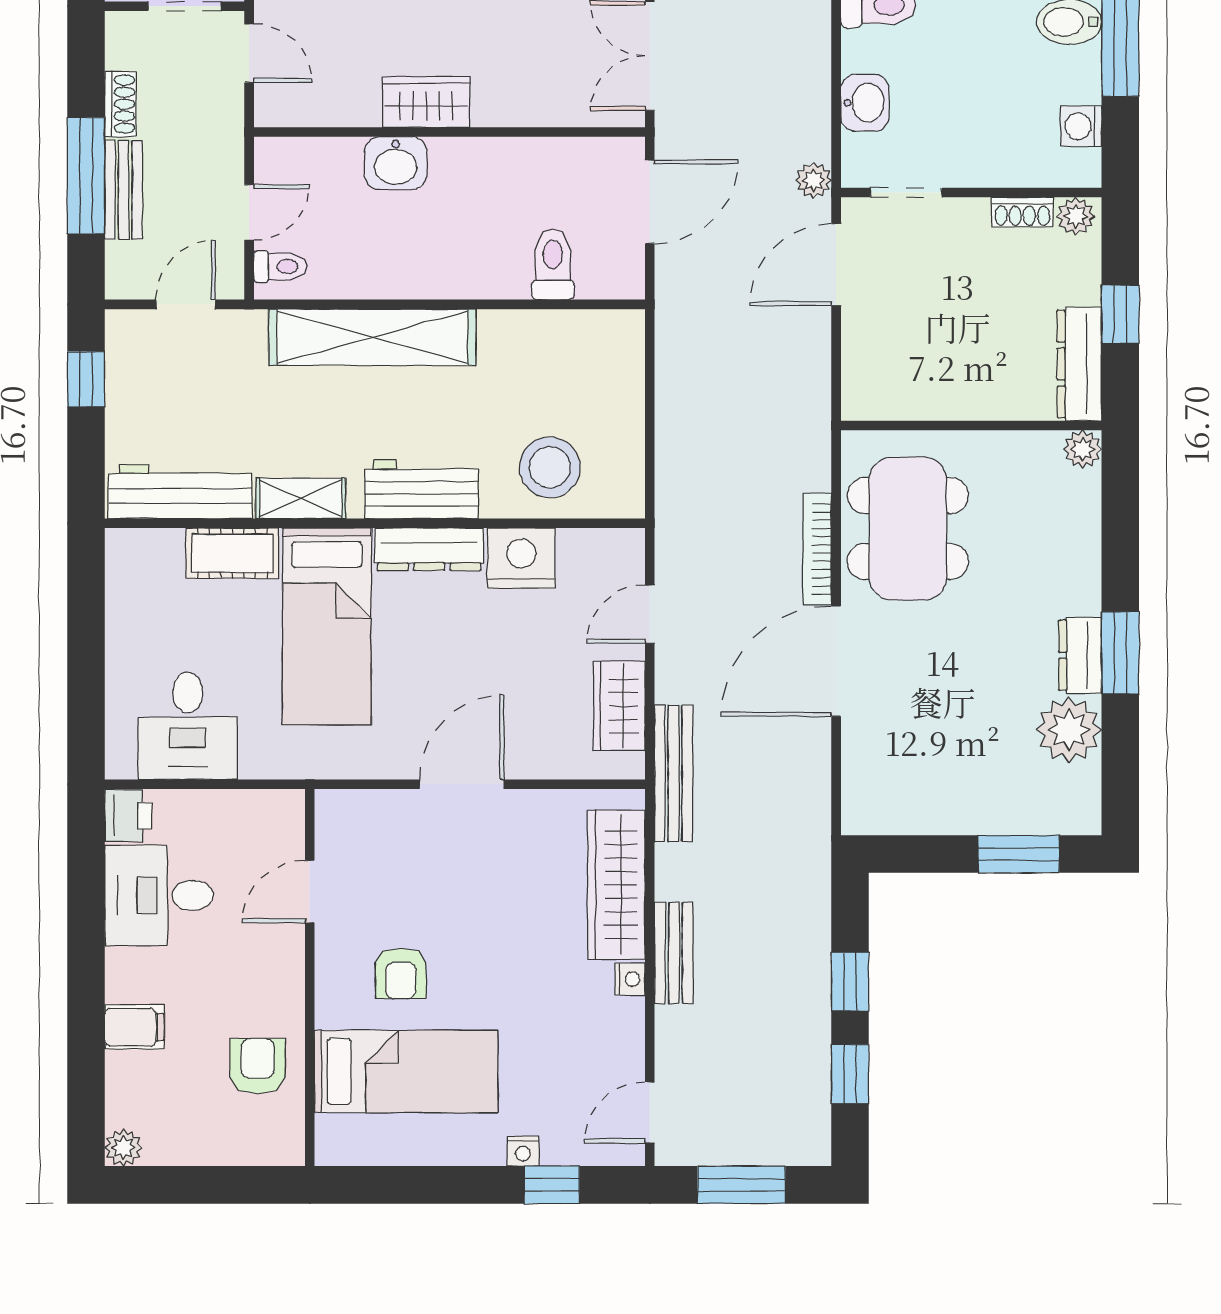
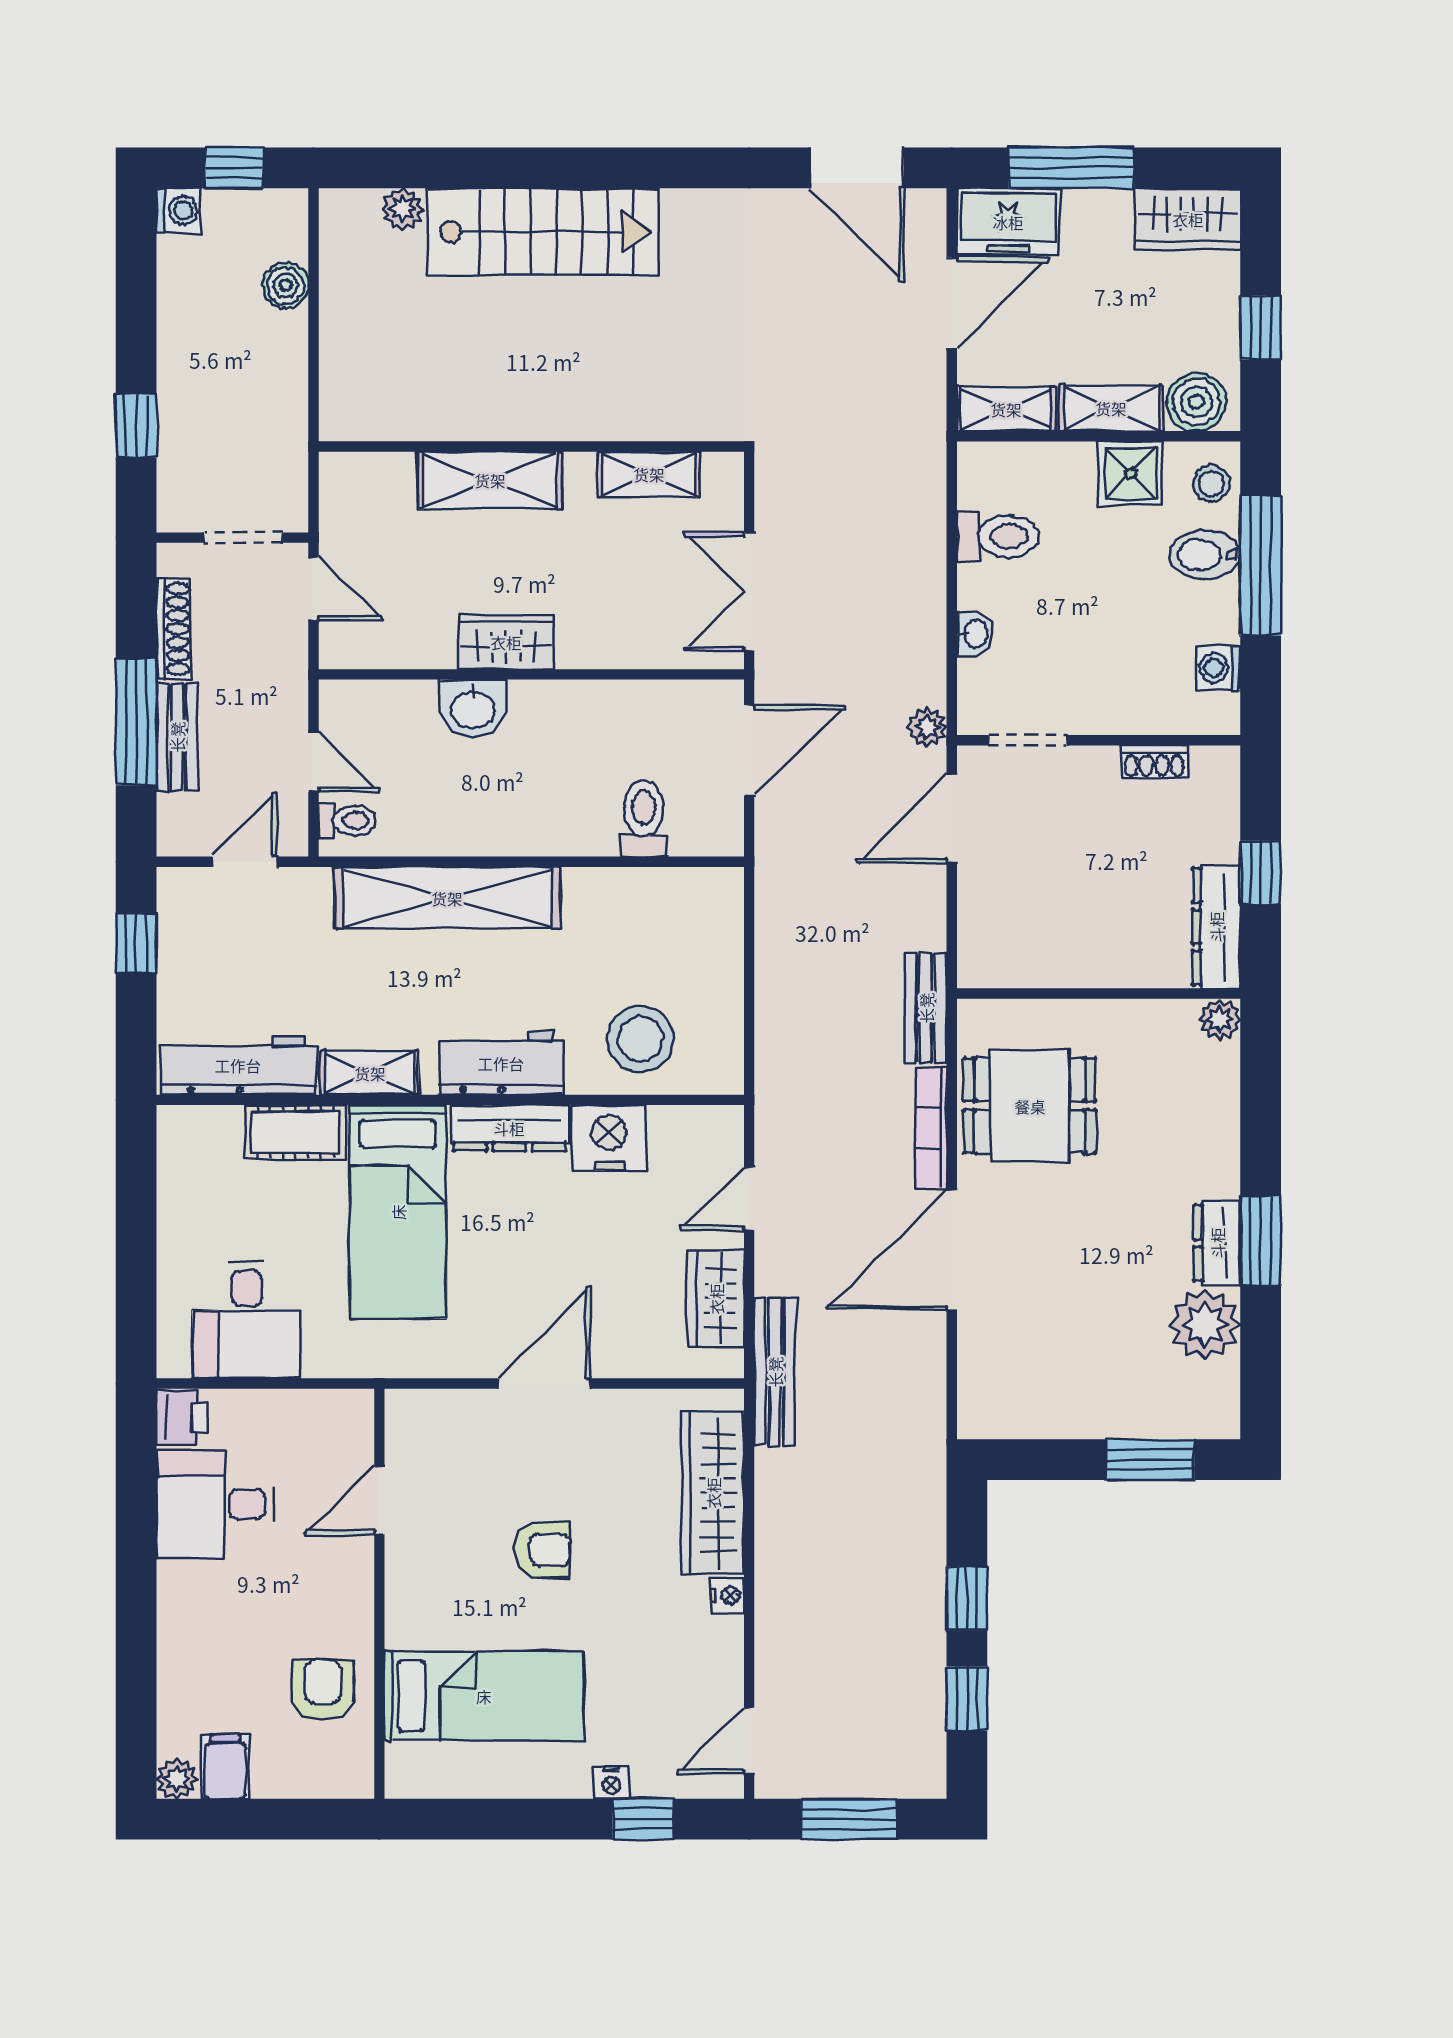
washbasin: (865, 103) -> (975, 634), width x0.72, depth x0.69
shoe rack: (121, 104) -> (174, 629), width x1.43
door: (249, 213) -> (313, 762), hinge flipped
plant: (1076, 216) -> (1212, 766), removed
dining table: (908, 529) -> (1030, 1106), width x0.73
bench: (674, 953) -> (926, 1008), moved
armchair: (401, 973) -> (542, 1550), moved, turned -90
filing cabinet: (134, 1027) -> (225, 1767), moved, turned -90

